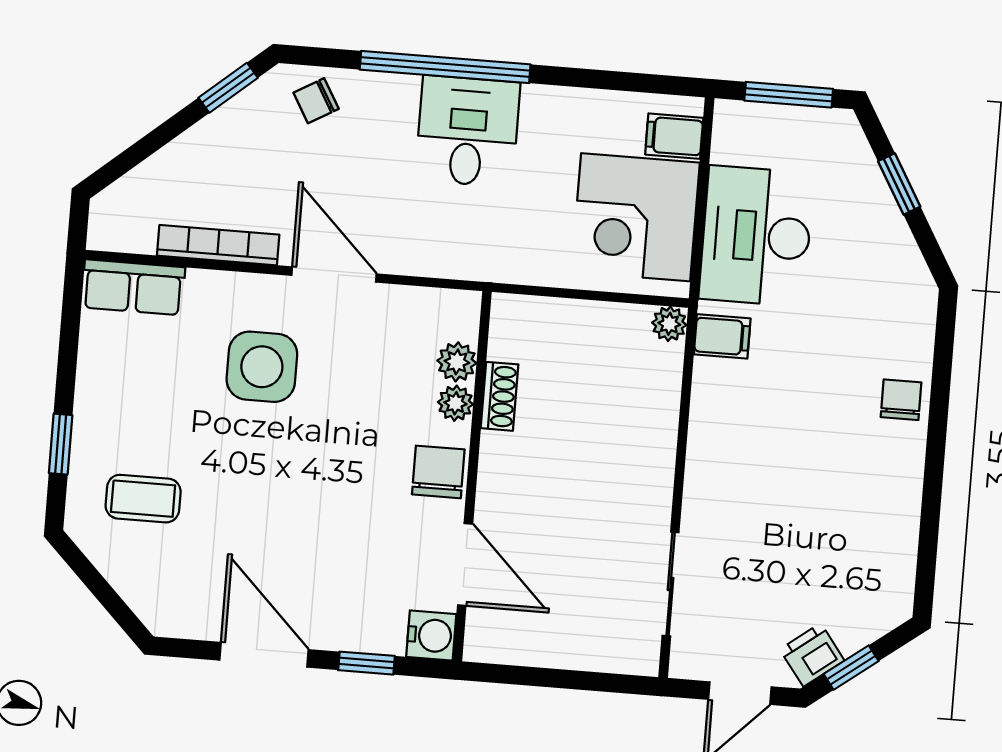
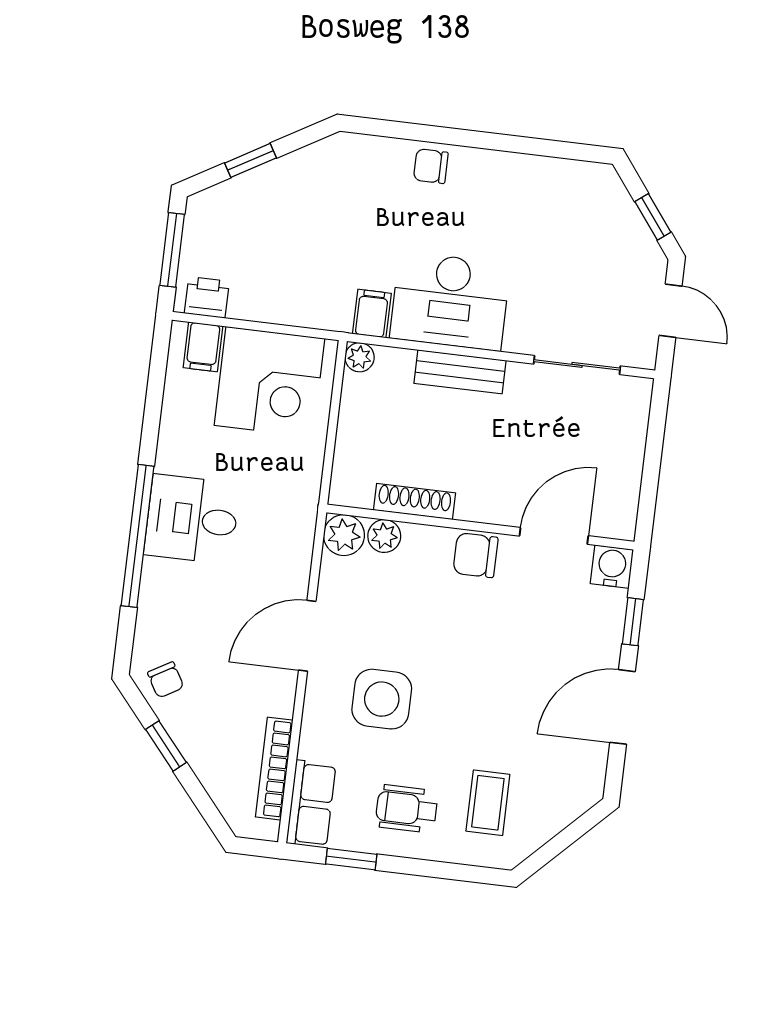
window: (228, 88) -> (166, 746), moved
chair: (316, 101) -> (166, 680), moved
desk: (756, 236) -> (450, 301), moved
bookcase: (218, 245) -> (274, 769), moved
shoe rack: (500, 396) -> (414, 502), width x1.43
wheelchair: (132, 402) -> (407, 809), added
plant: (455, 403) -> (344, 535), moved, width x1.38, depth x1.38
window: (61, 444) -> (351, 859), moved
bench: (657, 444) -> (460, 372), added
printer: (812, 655) -> (207, 297), moved, turned 127

